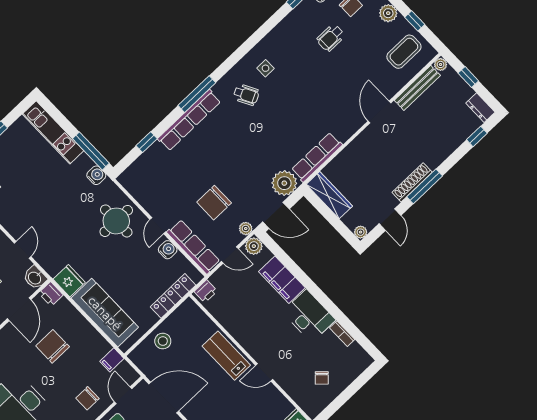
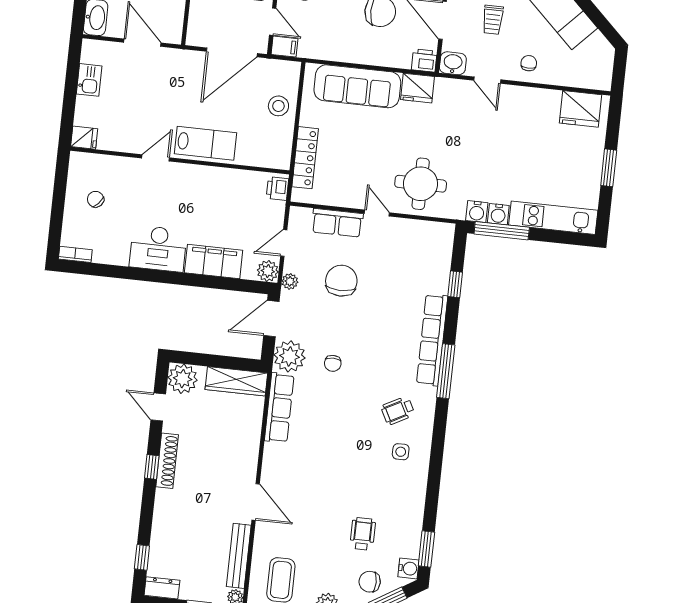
chair: (262, 157) -> (333, 363), added
window: (425, 186) -> (152, 467), width x0.46
plant: (361, 232) -> (183, 379), width x1.87, depth x1.87
row of seats: (193, 247) -> (337, 223), width x0.68
water cooler: (168, 250) -> (498, 214), moved
bookcase: (342, 334) -> (75, 254), moved
filing cabinet: (112, 360) -> (284, 47), moved, turned 90

